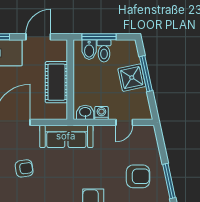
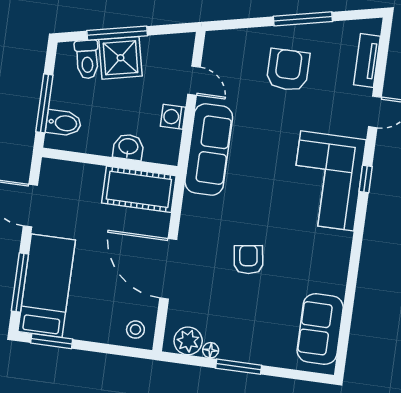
toilet: (104, 51) -> (87, 59), moved, turned 78
cot: (56, 82) -> (139, 189), moved
washbasin: (85, 112) -> (128, 147), moved, turned 90
sofa: (66, 136) -> (209, 149), moved

